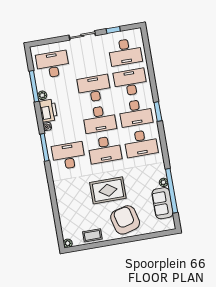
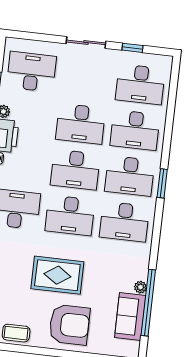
desk: (130, 82) -> (135, 130), turned 180
desk: (94, 89) -> (81, 124), turned 180
armchair: (125, 220) -> (69, 325), turned 104

